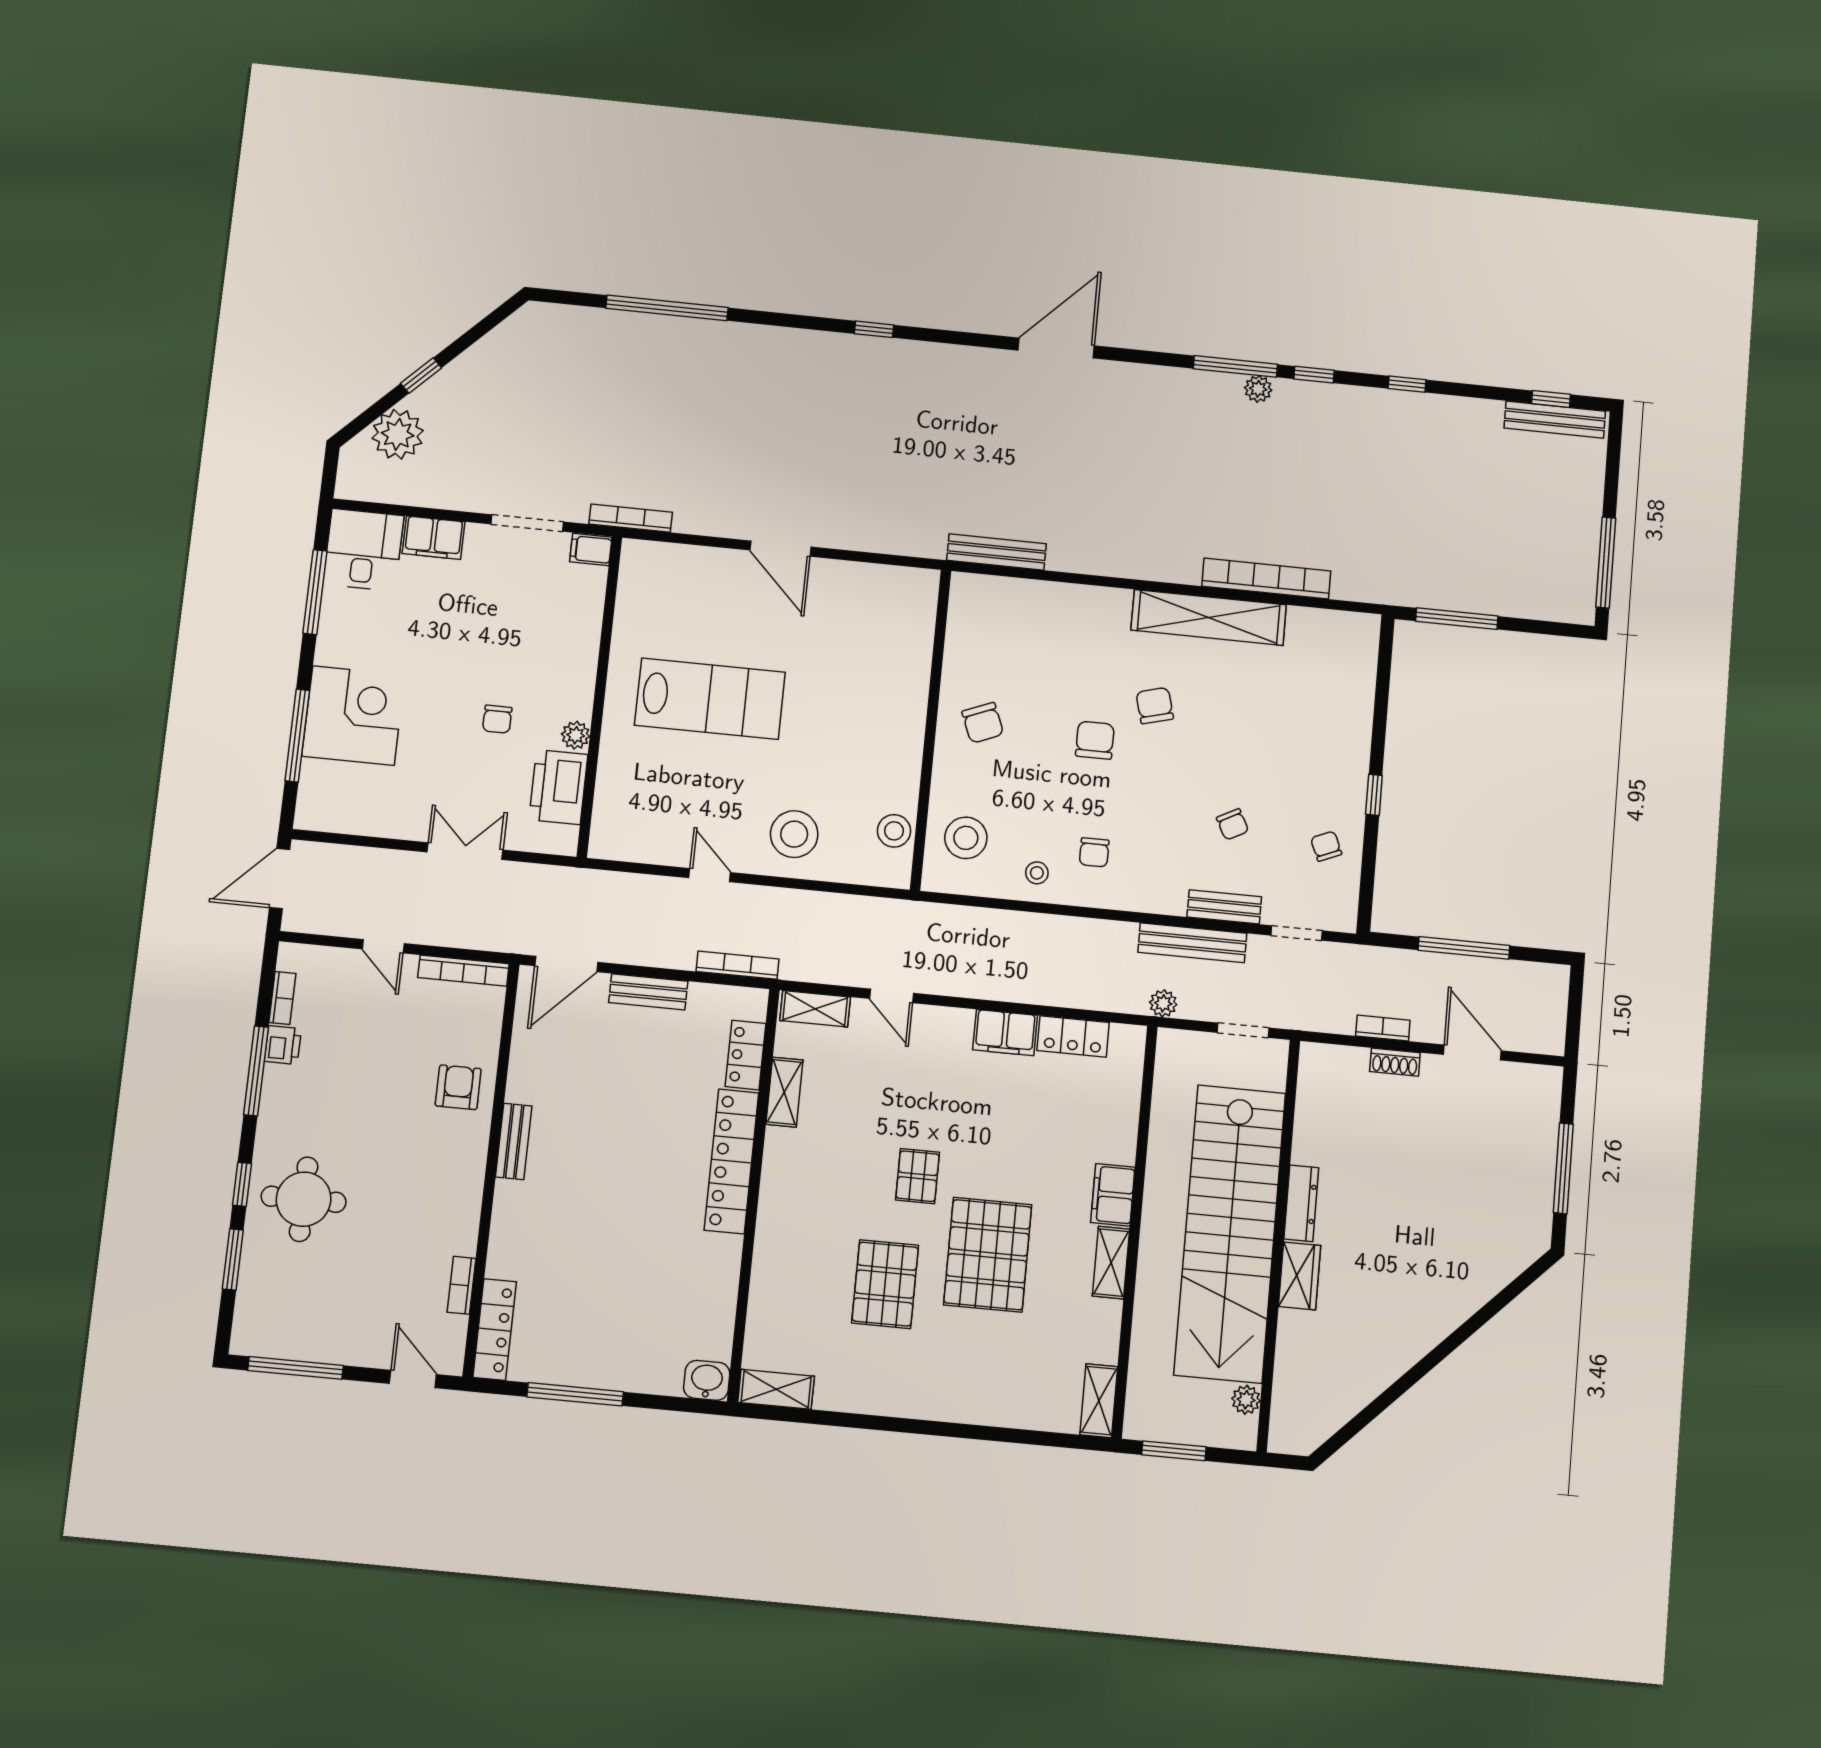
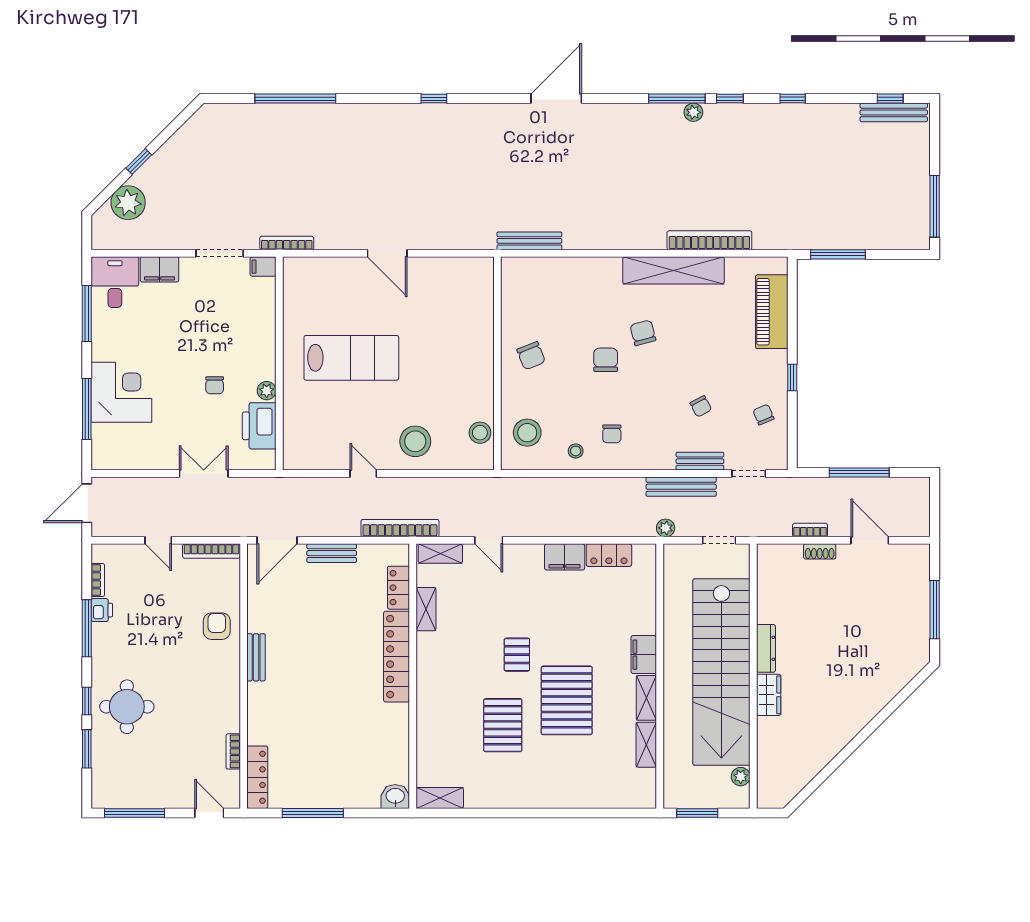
piano: (1351, 694) -> (772, 312), added
bookcase: (738, 965) -> (400, 528), width x1.48, depth x1.31
shelving: (1099, 1401) -> (646, 745), moved

